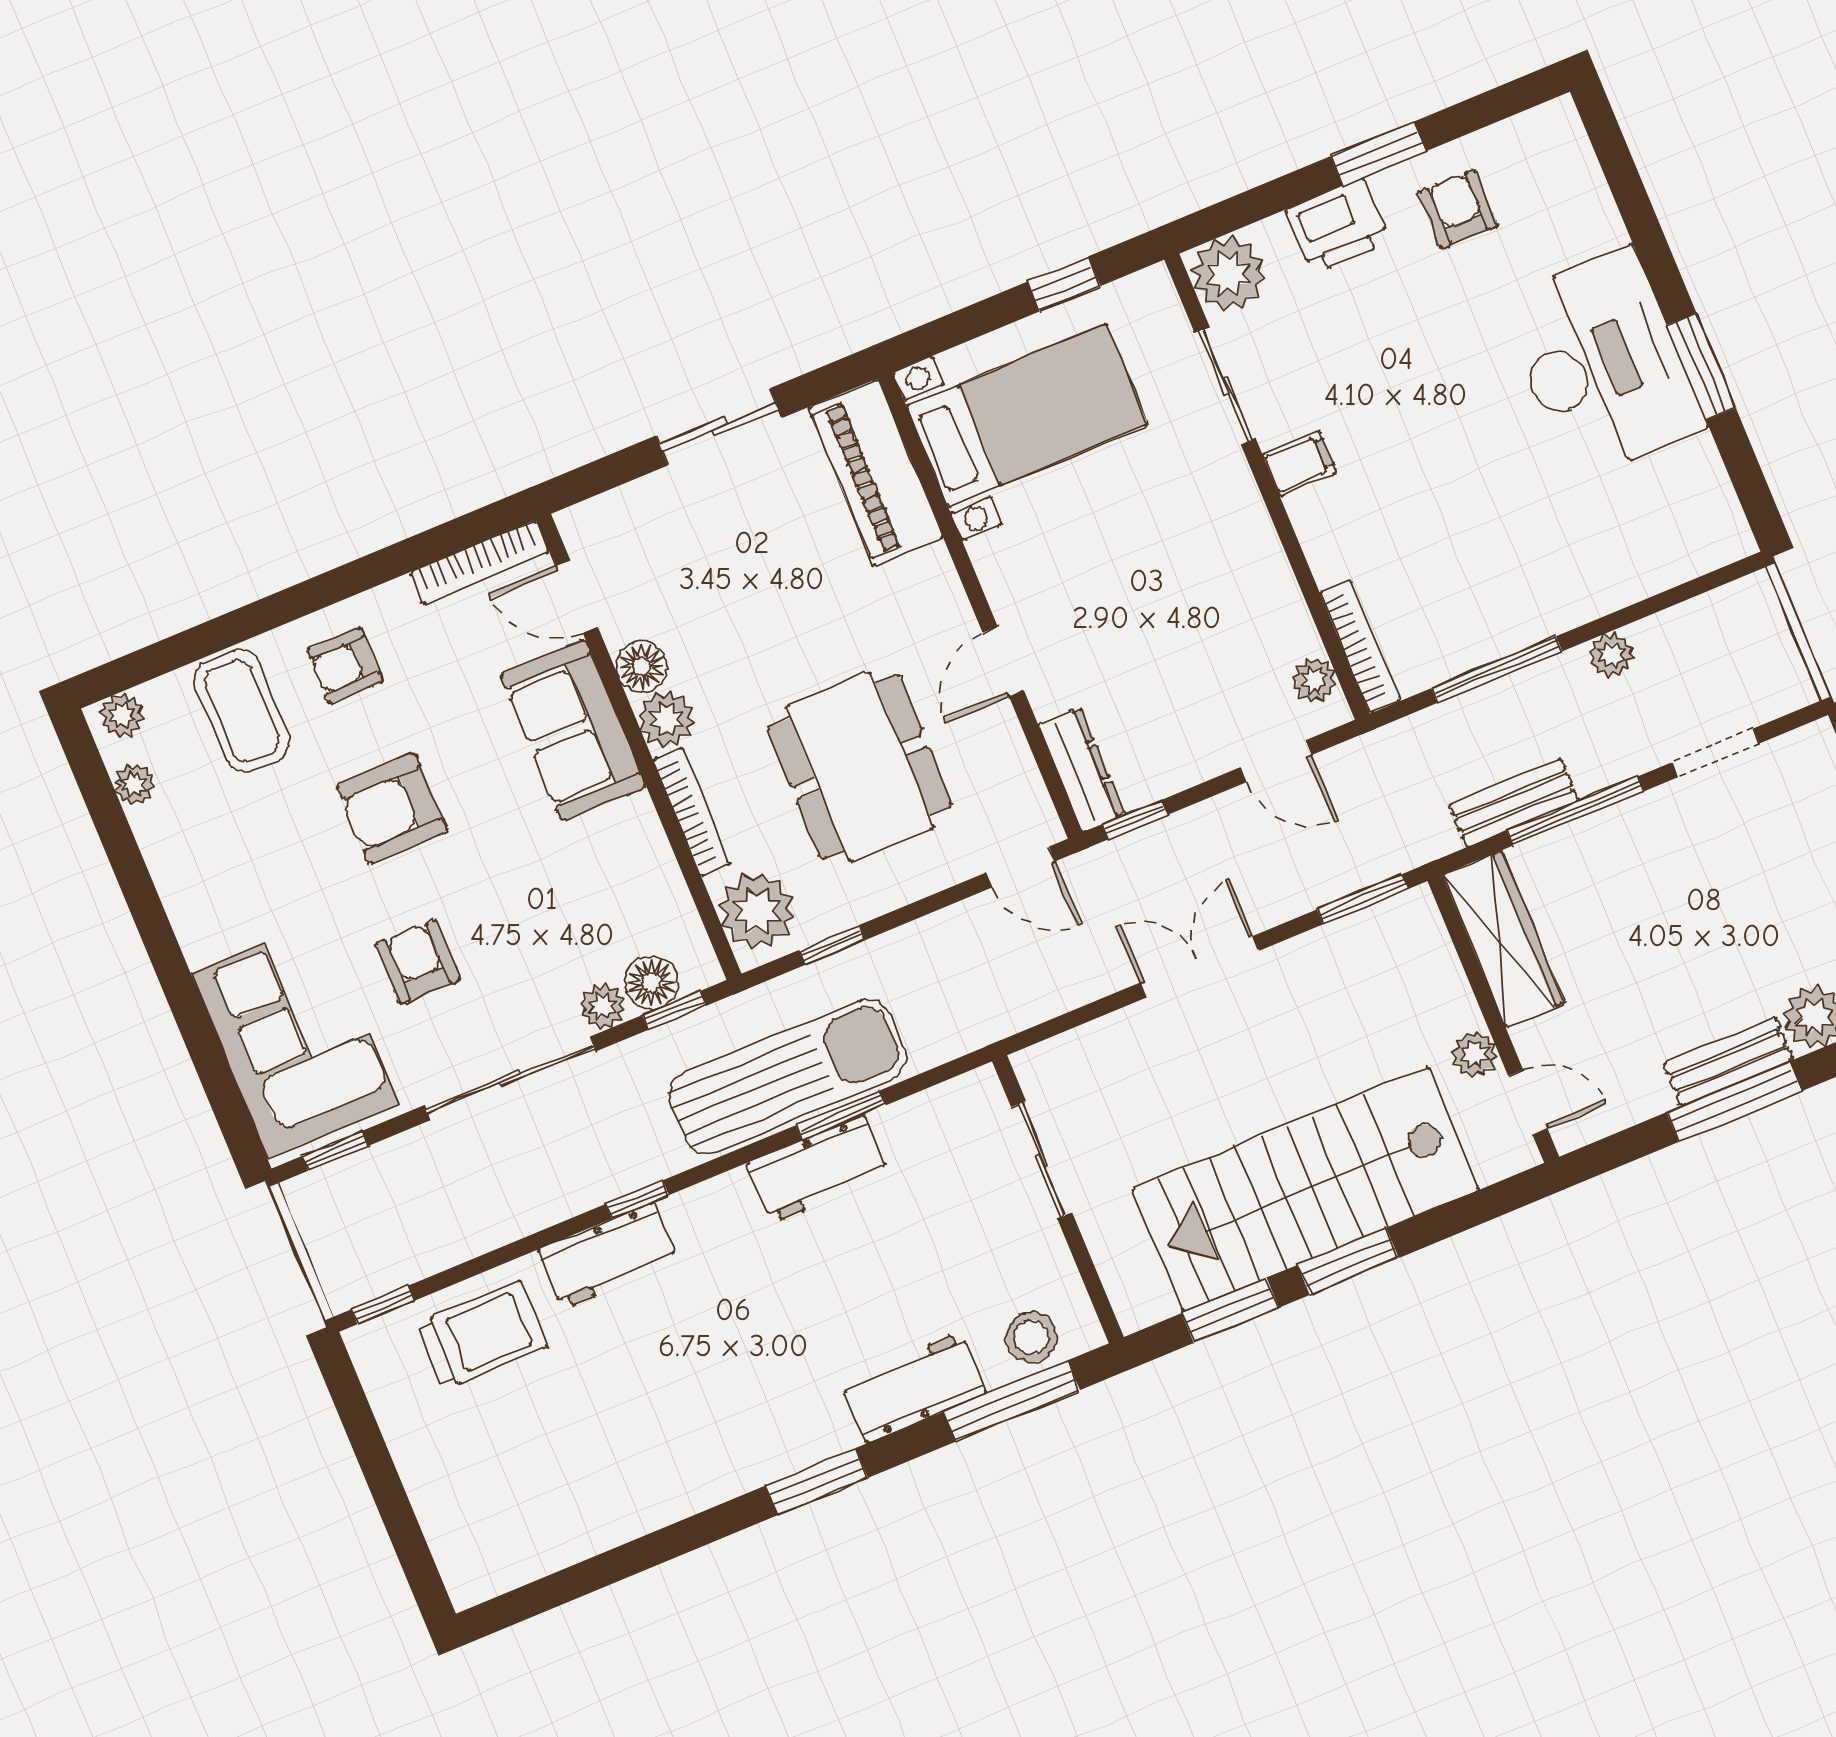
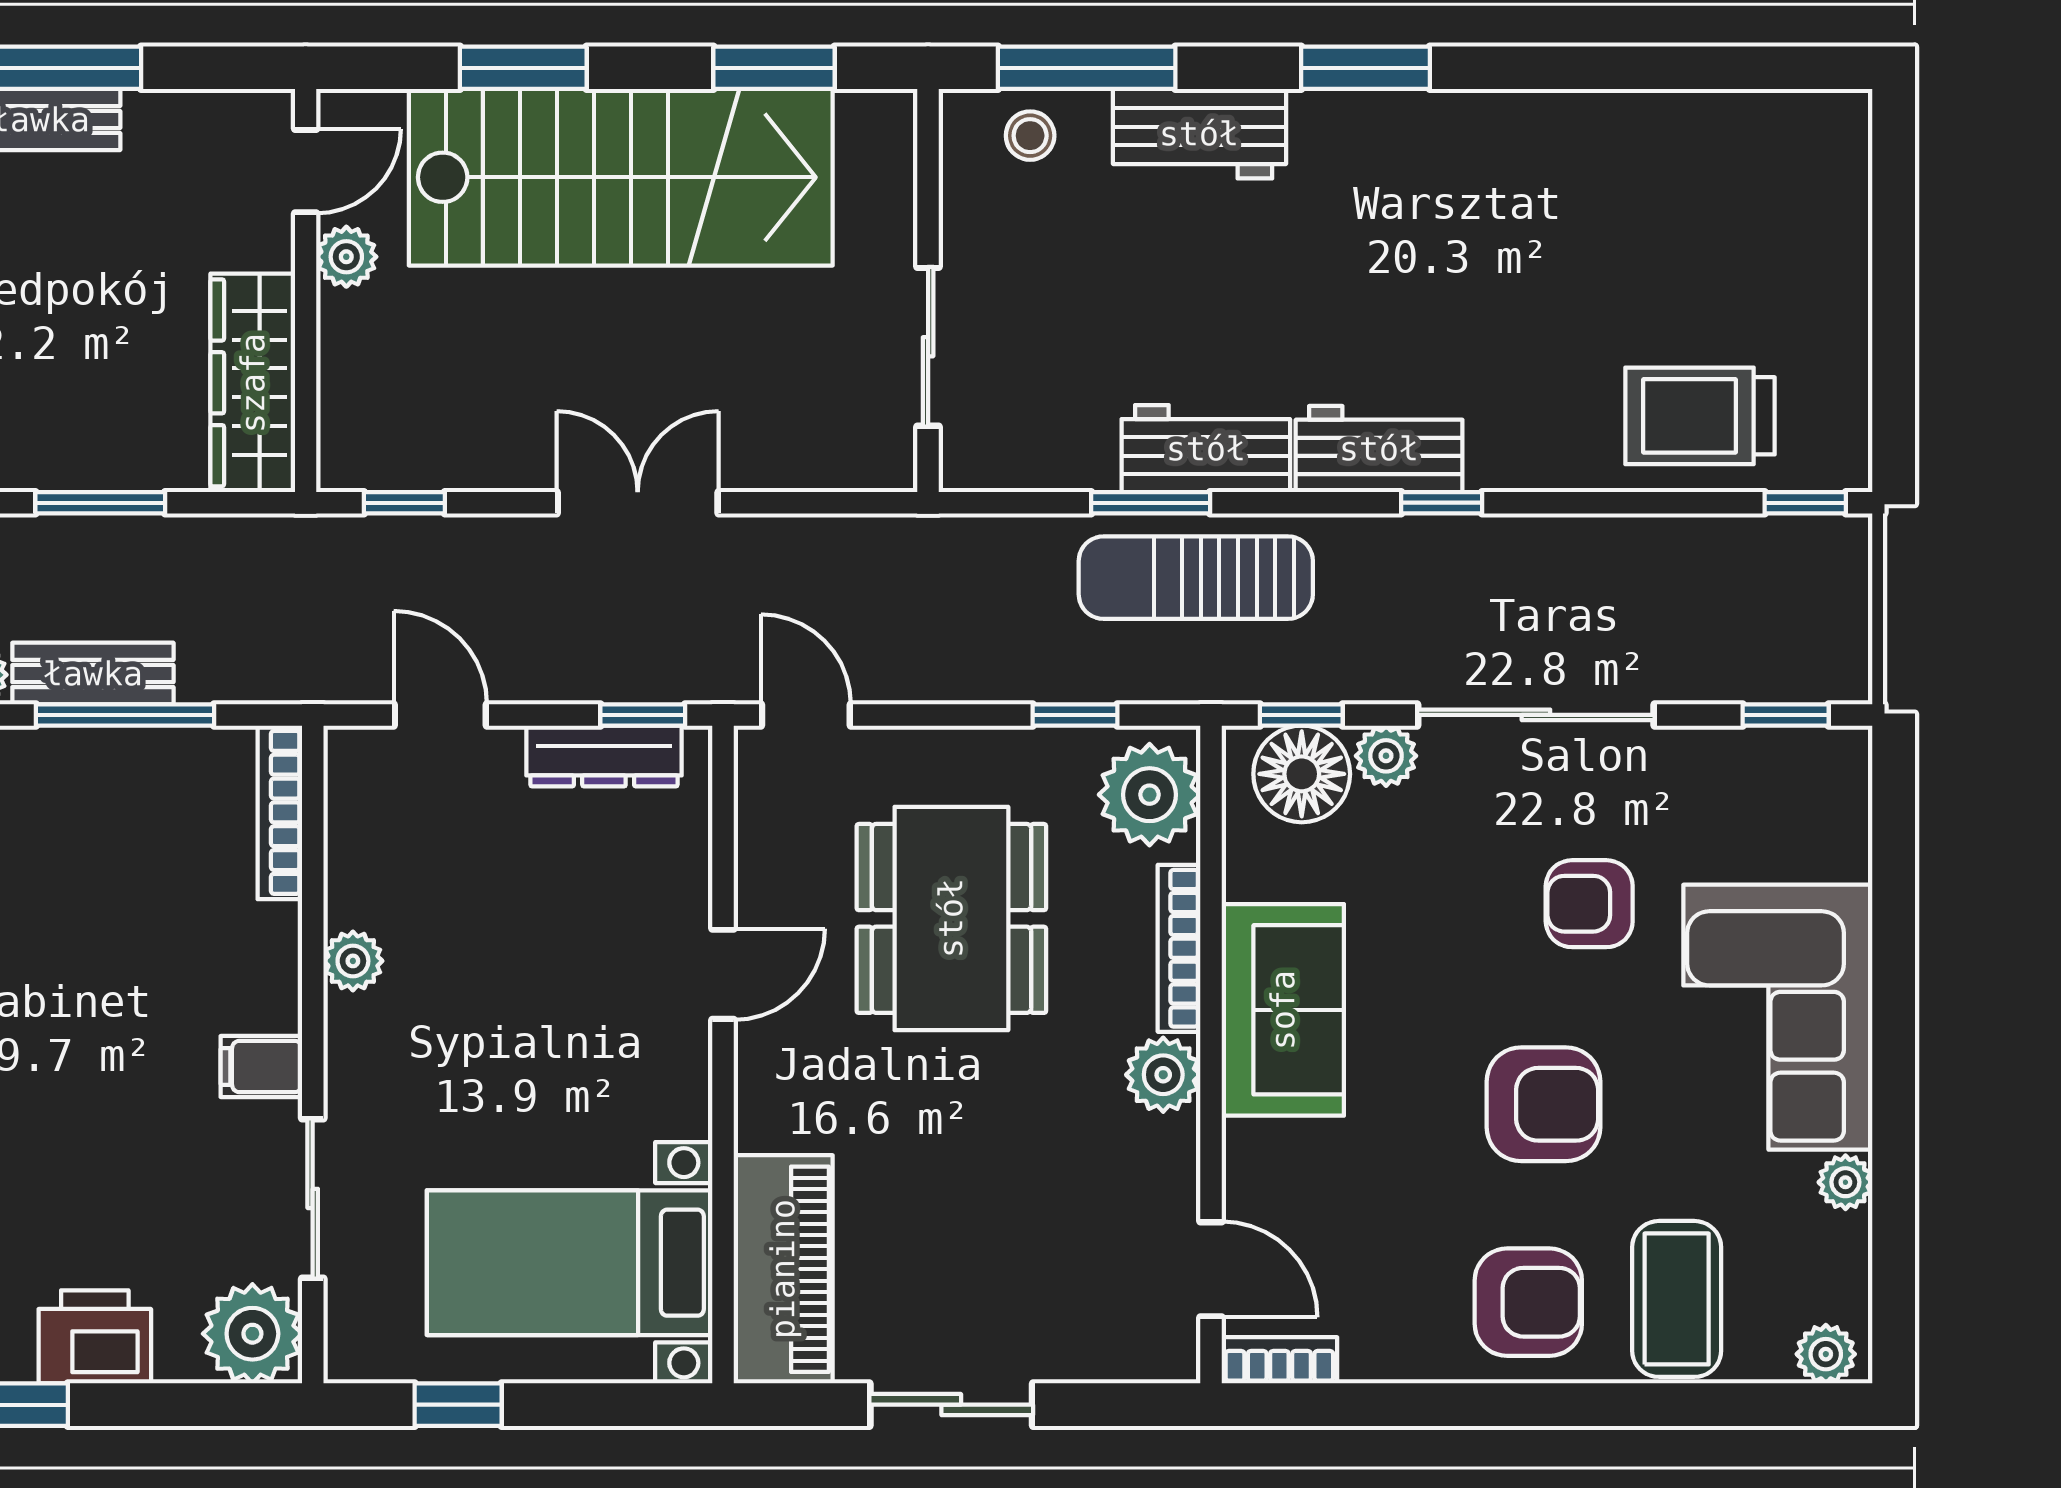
bookcase: (480, 562) -> (1279, 1360), width x0.64
armchair: (345, 666) -> (1528, 1302), width x1.38, depth x1.38
floor lamp: (642, 667) -> (1167, 1151), removed
plant: (1314, 680) -> (353, 961), moved
sofa: (573, 731) -> (1283, 1010), moved
dresser: (1082, 769) -> (604, 756), moved, turned -90
plant: (134, 784) -> (1845, 1182), moved
bench: (1514, 803) -> (93, 674), moved
window: (1575, 811) -> (100, 503), width x0.69
window: (1363, 899) -> (404, 503), width x0.67
armchair: (418, 962) -> (1589, 904), turned 90
double door: (1200, 967) -> (638, 503), swing flipped
floor lamp: (651, 982) -> (1302, 774), width x1.38, depth x1.38
corner sofa: (295, 1039) -> (1778, 1017), moved
sun lounger: (787, 1076) -> (1196, 578), width x0.73, depth x0.75
door: (1528, 1102) -> (306, 171), swing flipped
workbench: (608, 1256) -> (1379, 449), moved
window: (1348, 1262) -> (523, 68), moved
stool: (1031, 1337) -> (1030, 136), width x0.73, depth x0.73

